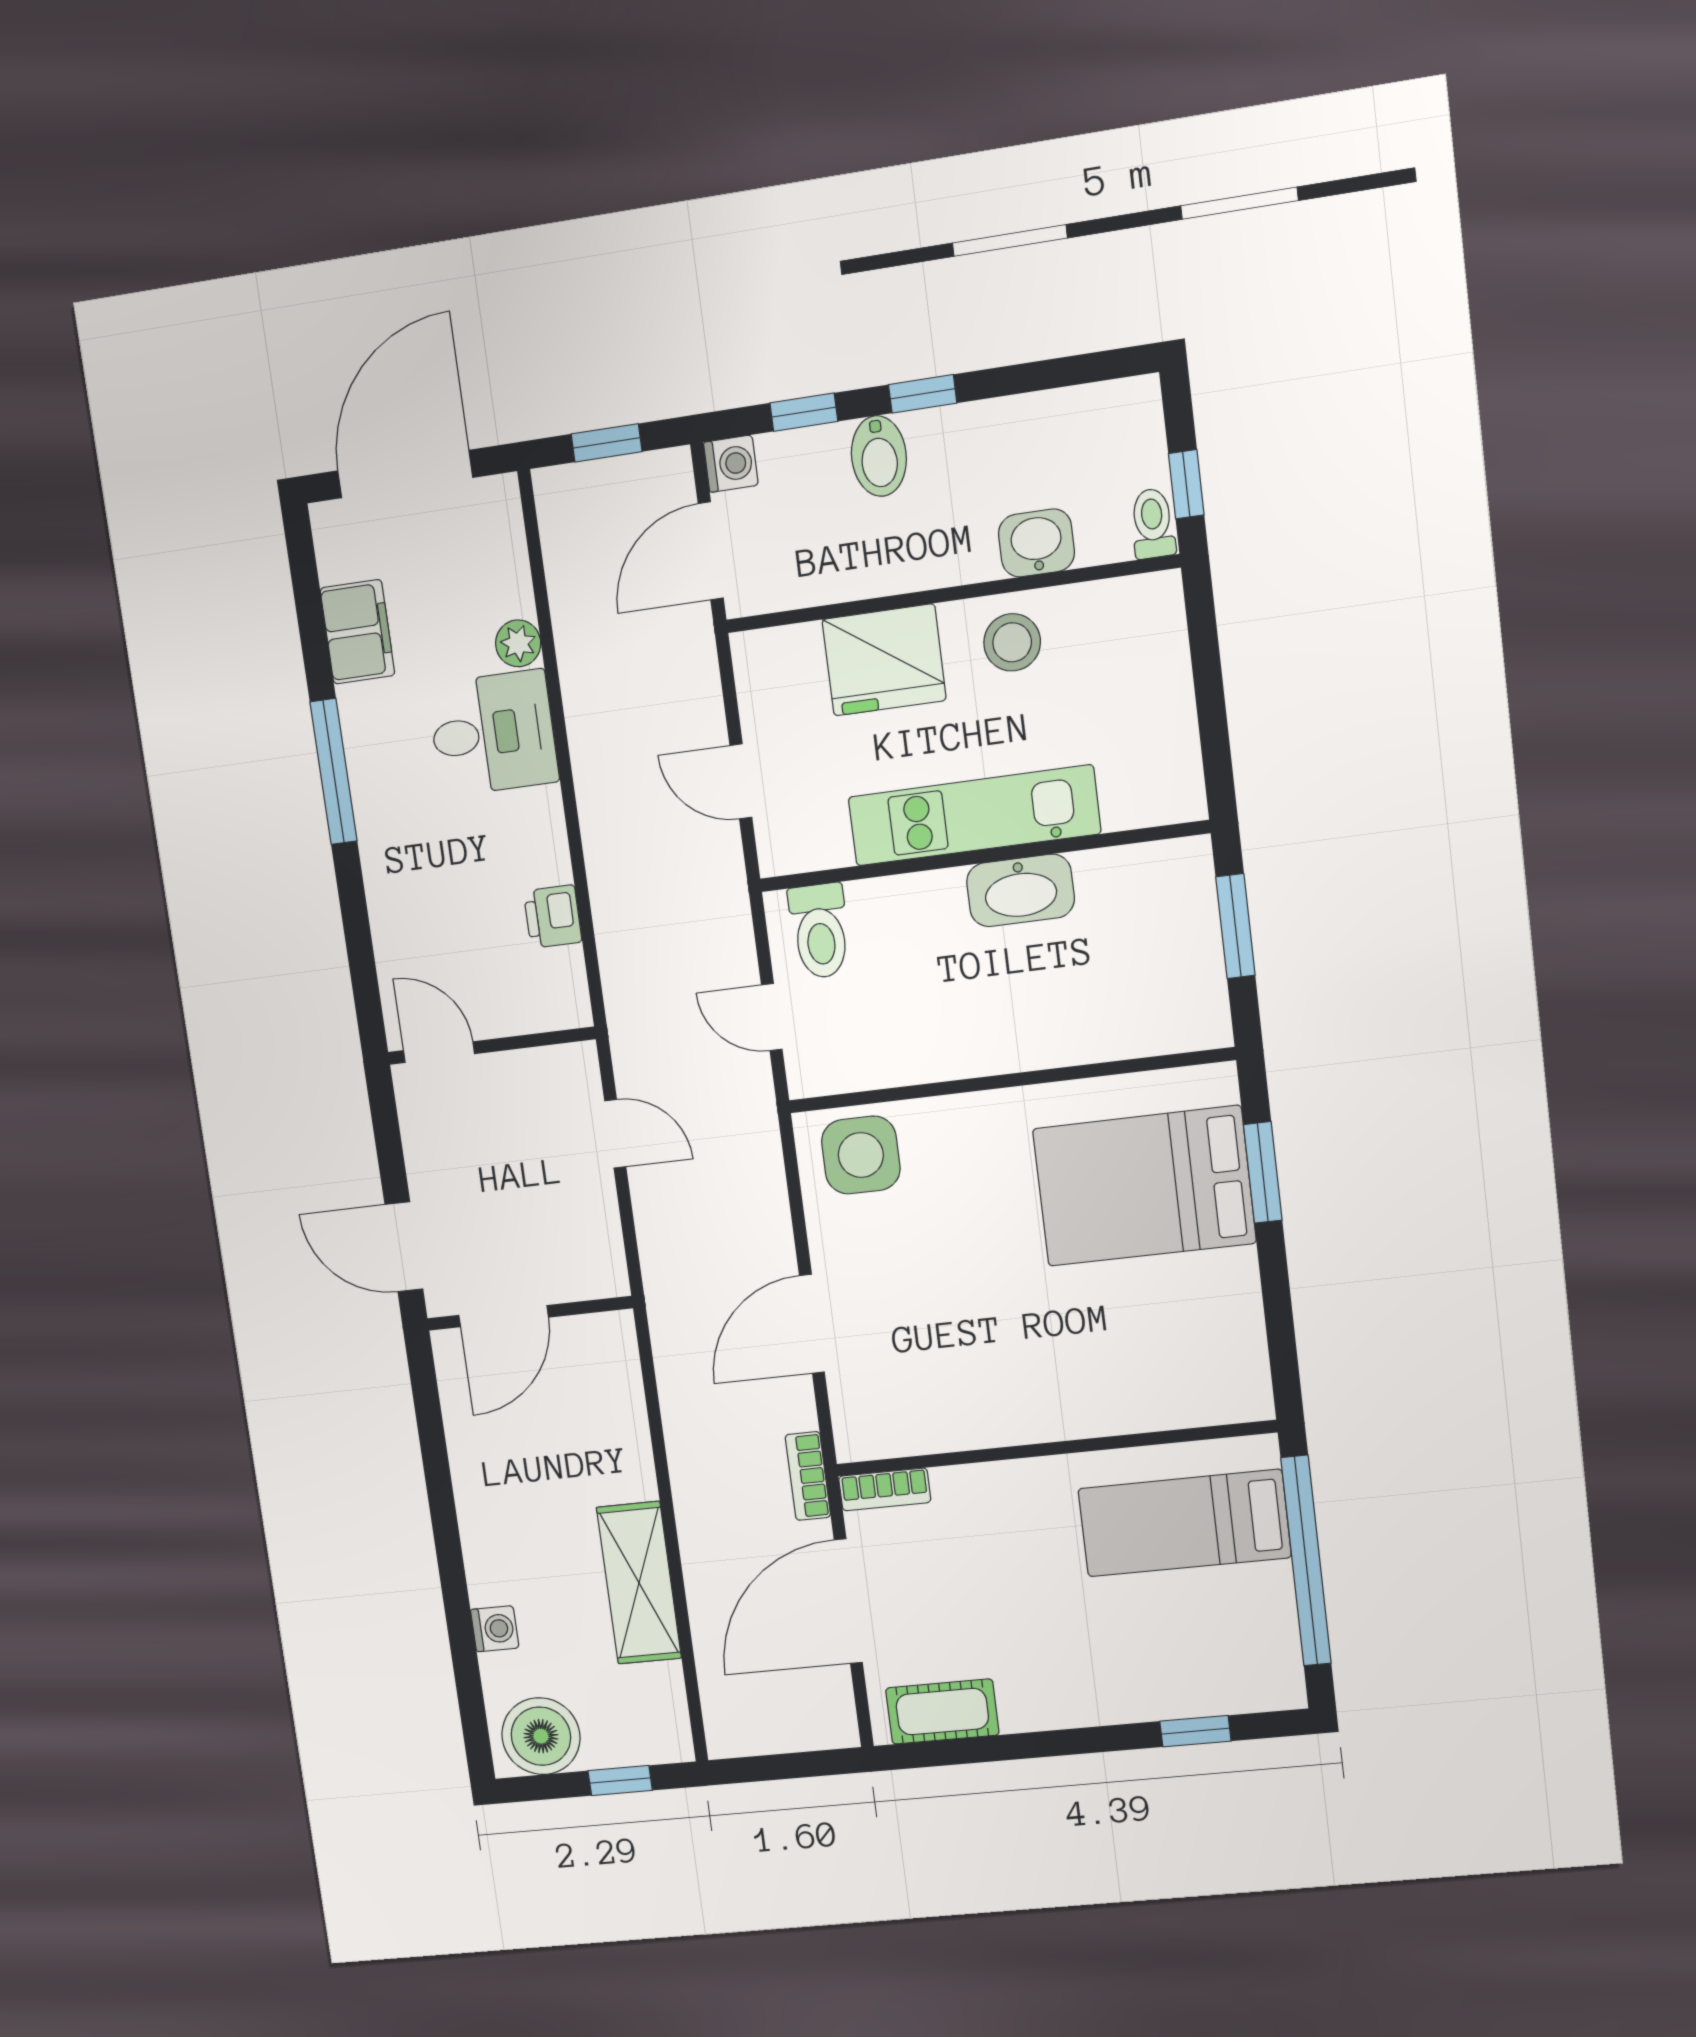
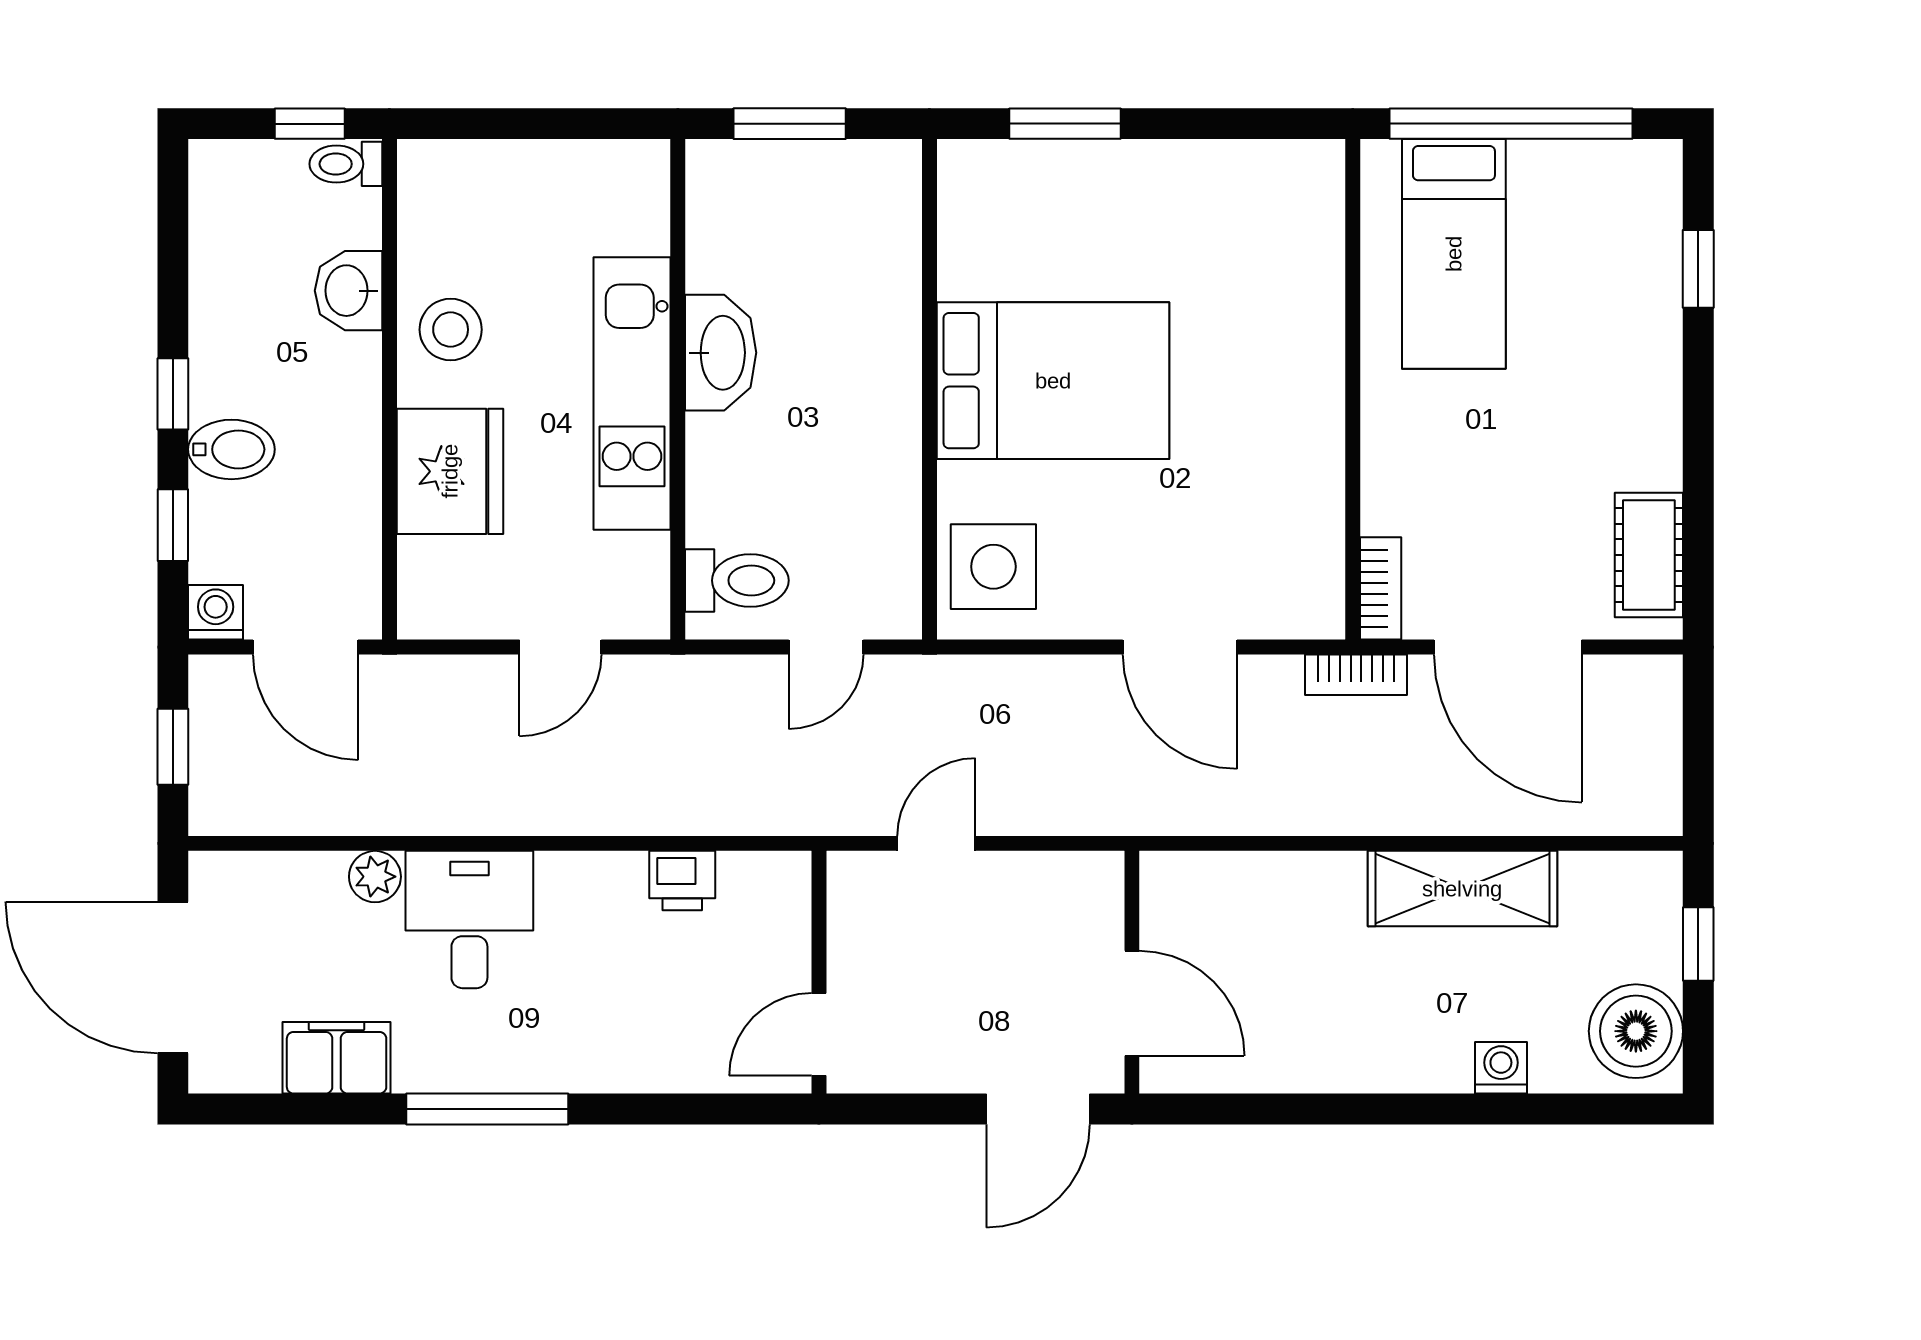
bed: (1144, 1186) -> (1053, 381), moved, turned -90

